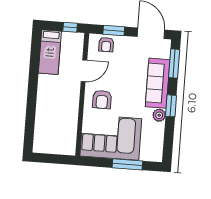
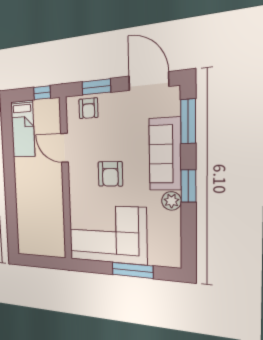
door: (84, 71) -> (64, 148), swing flipped
armchair: (102, 100) -> (110, 174), moved

